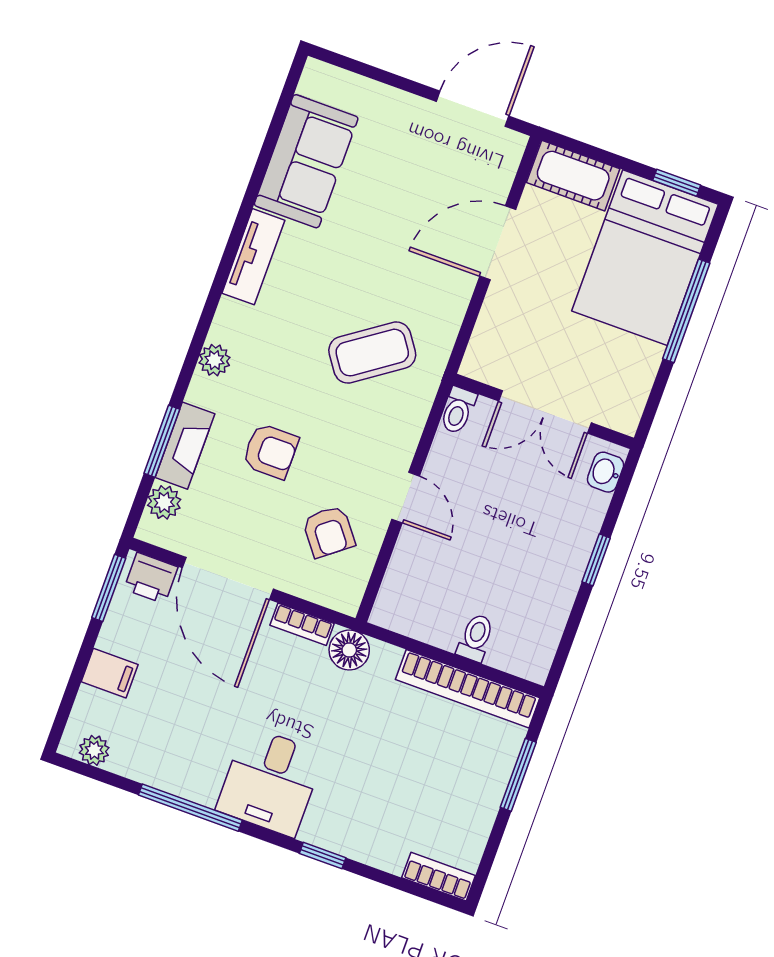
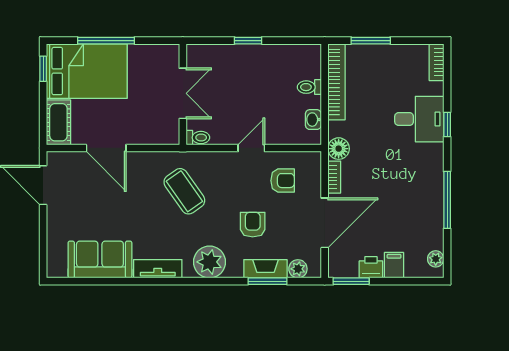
plant: (214, 360) -> (210, 262), width x1.87, depth x1.87
washbasin: (606, 472) -> (313, 120), moved, turned 90
armchair: (329, 532) -> (283, 181), turned 38
printer: (151, 578) -> (371, 267), moved, turned -90
desk: (270, 781) -> (419, 119), moved

